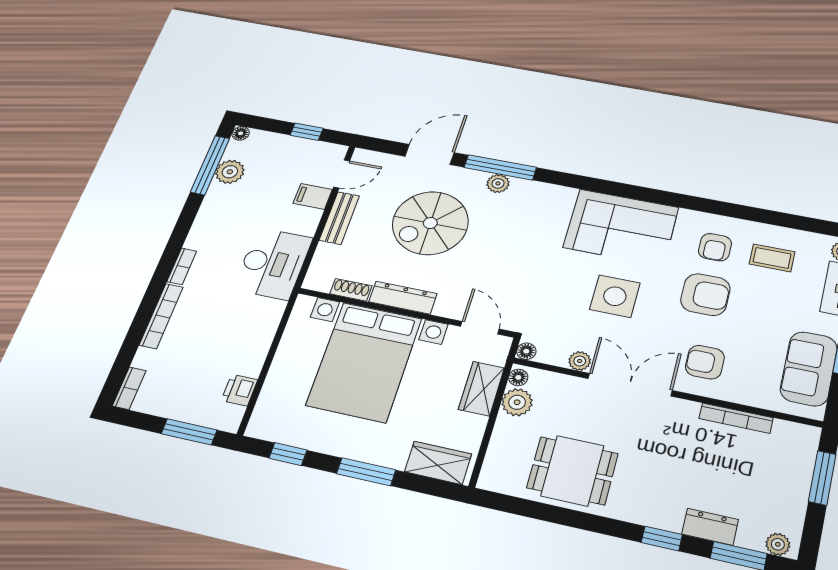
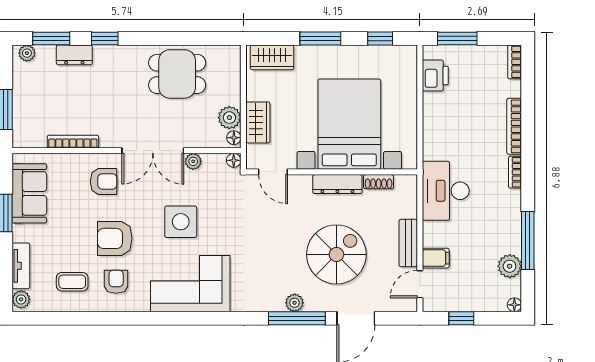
window: (210, 165) -> (528, 241), moved
printer: (239, 390) -> (435, 75), width x1.36, depth x1.24

